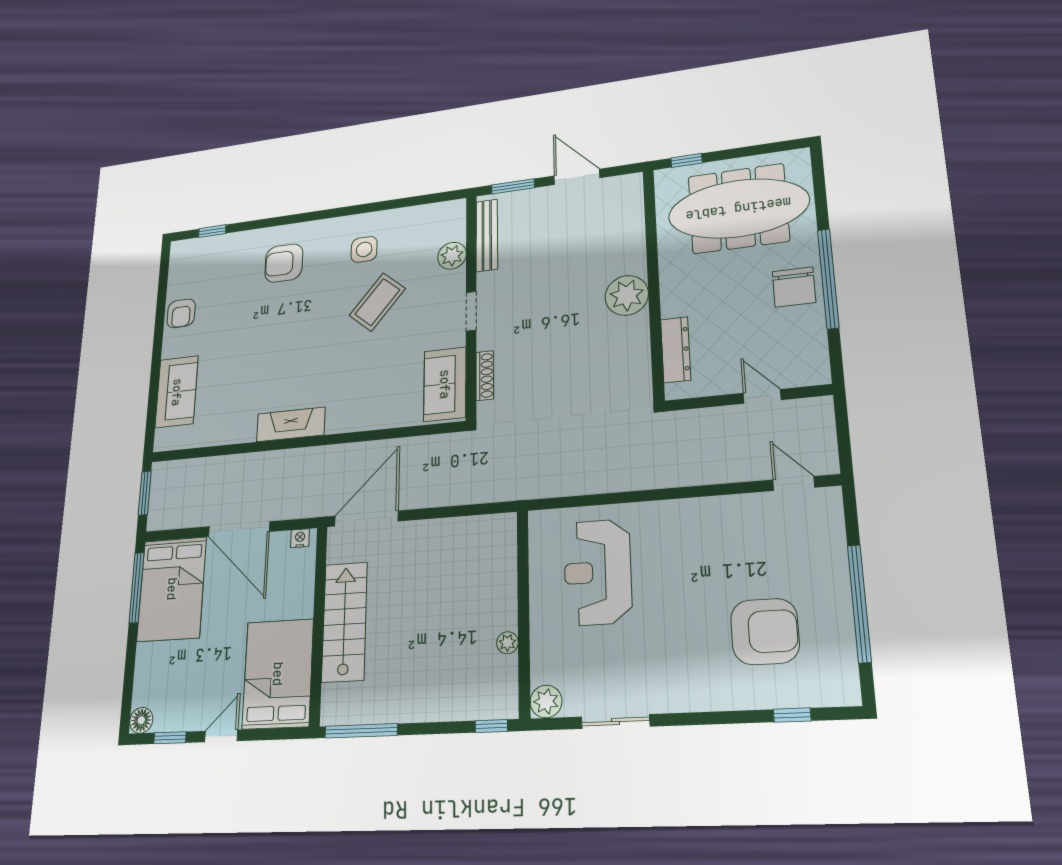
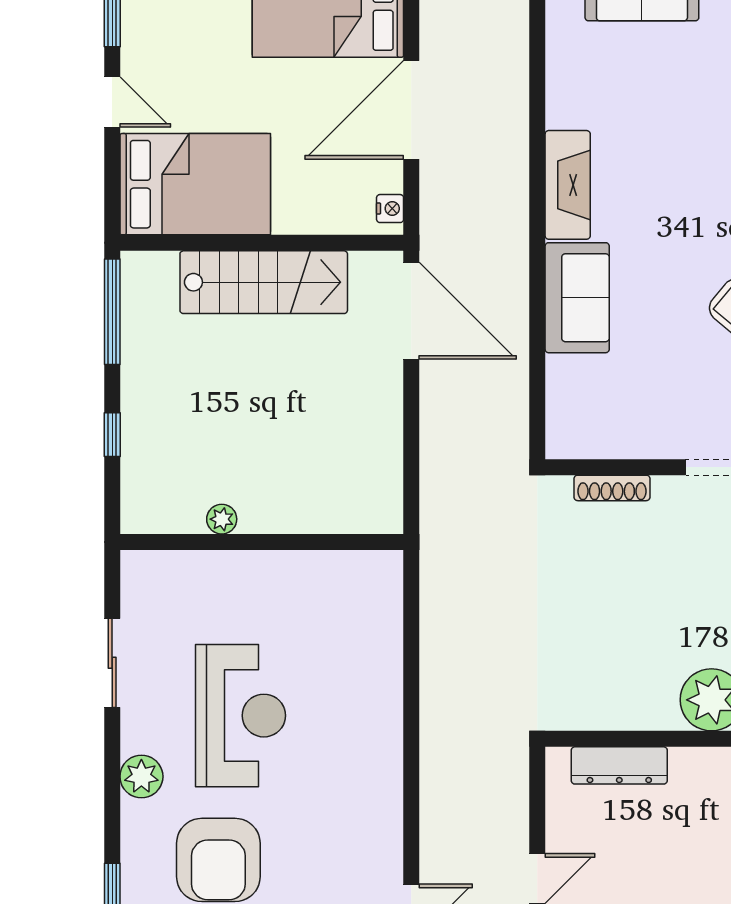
sofa: (445, 384) -> (577, 298), moved, turned 90
reception desk: (598, 572) -> (241, 716), moved, turned 90
plant: (546, 701) -> (141, 777), moved
window: (491, 726) -> (112, 435), moved

